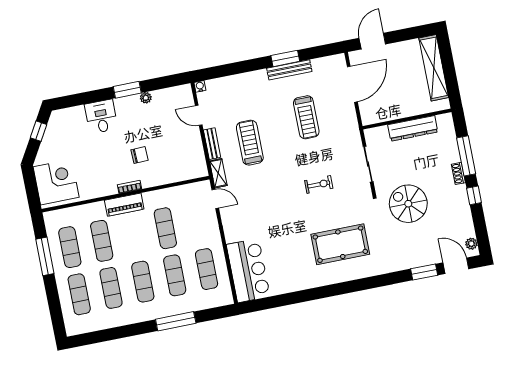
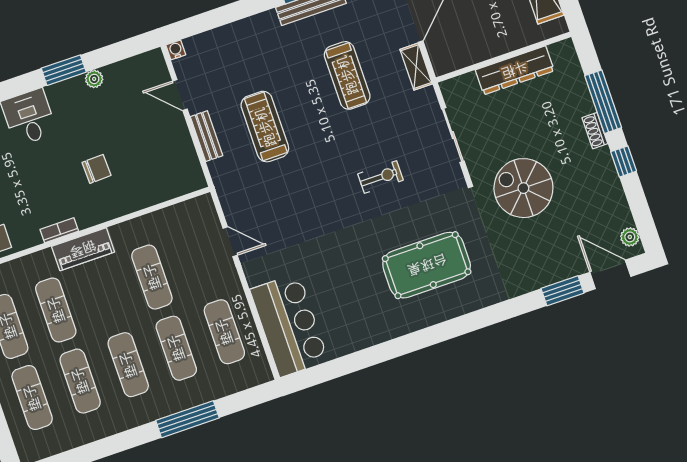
shelving: (218, 173) -> (416, 67), moved
bookcase: (129, 187) -> (59, 230), moved
door: (215, 199) -> (230, 242), moved

